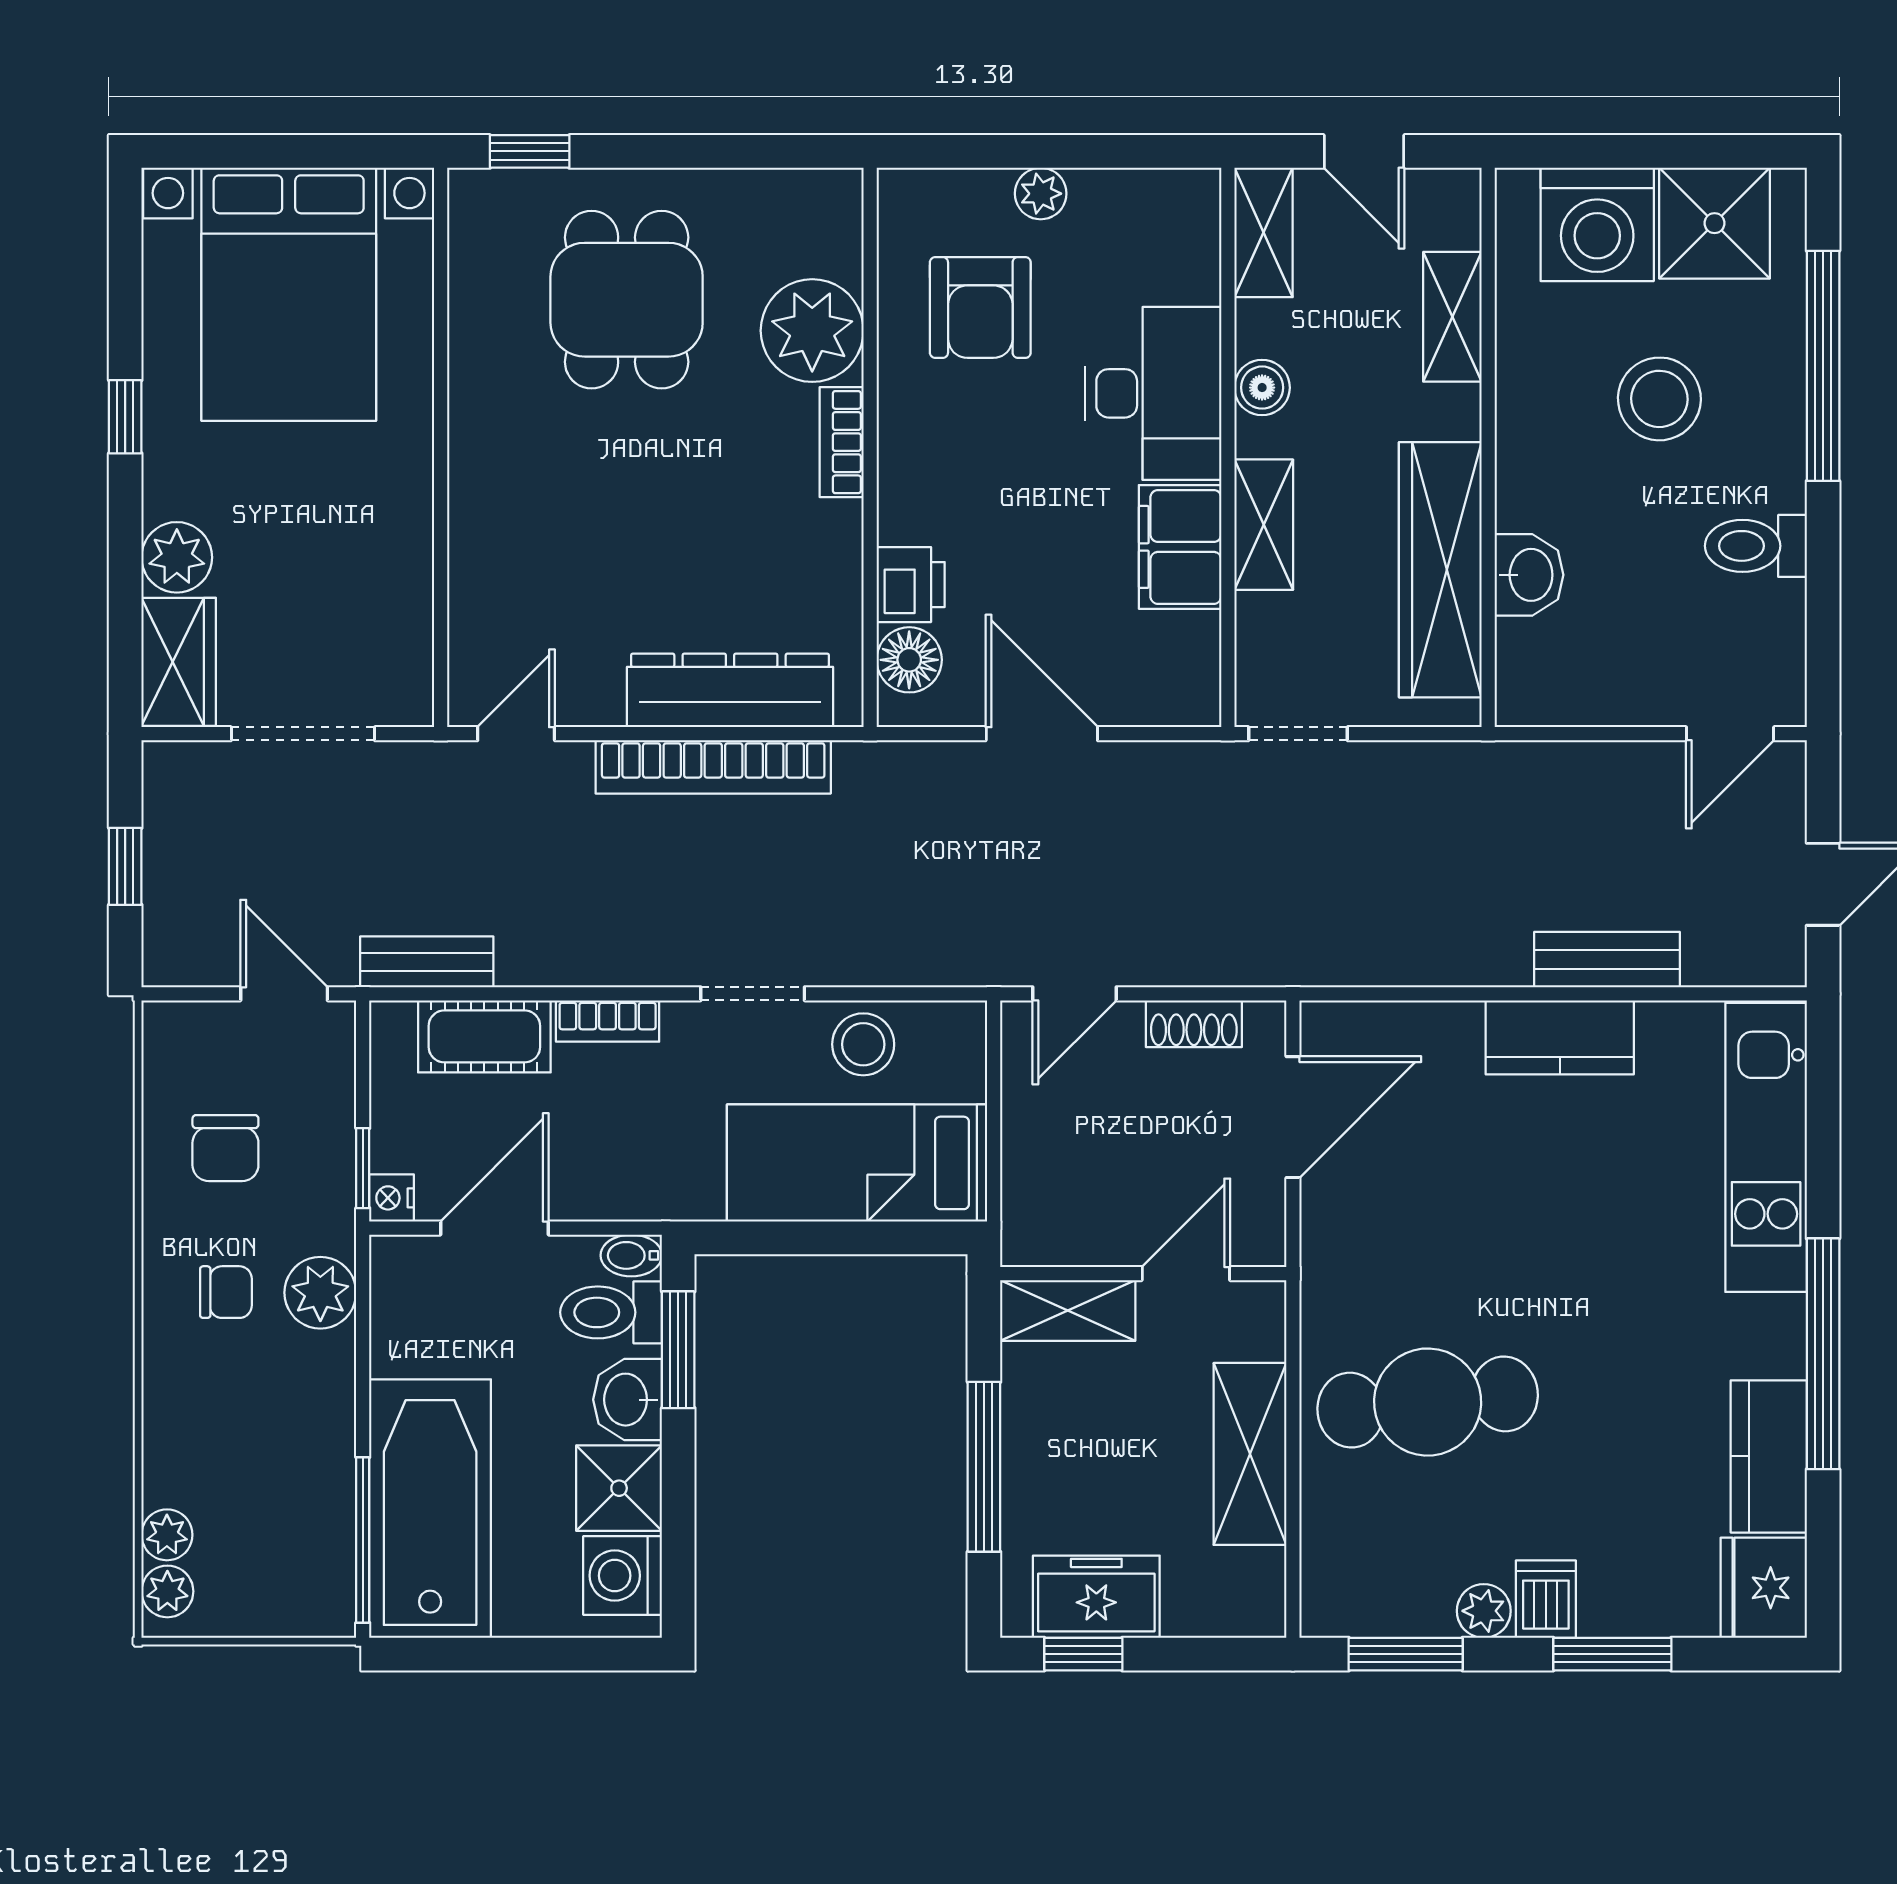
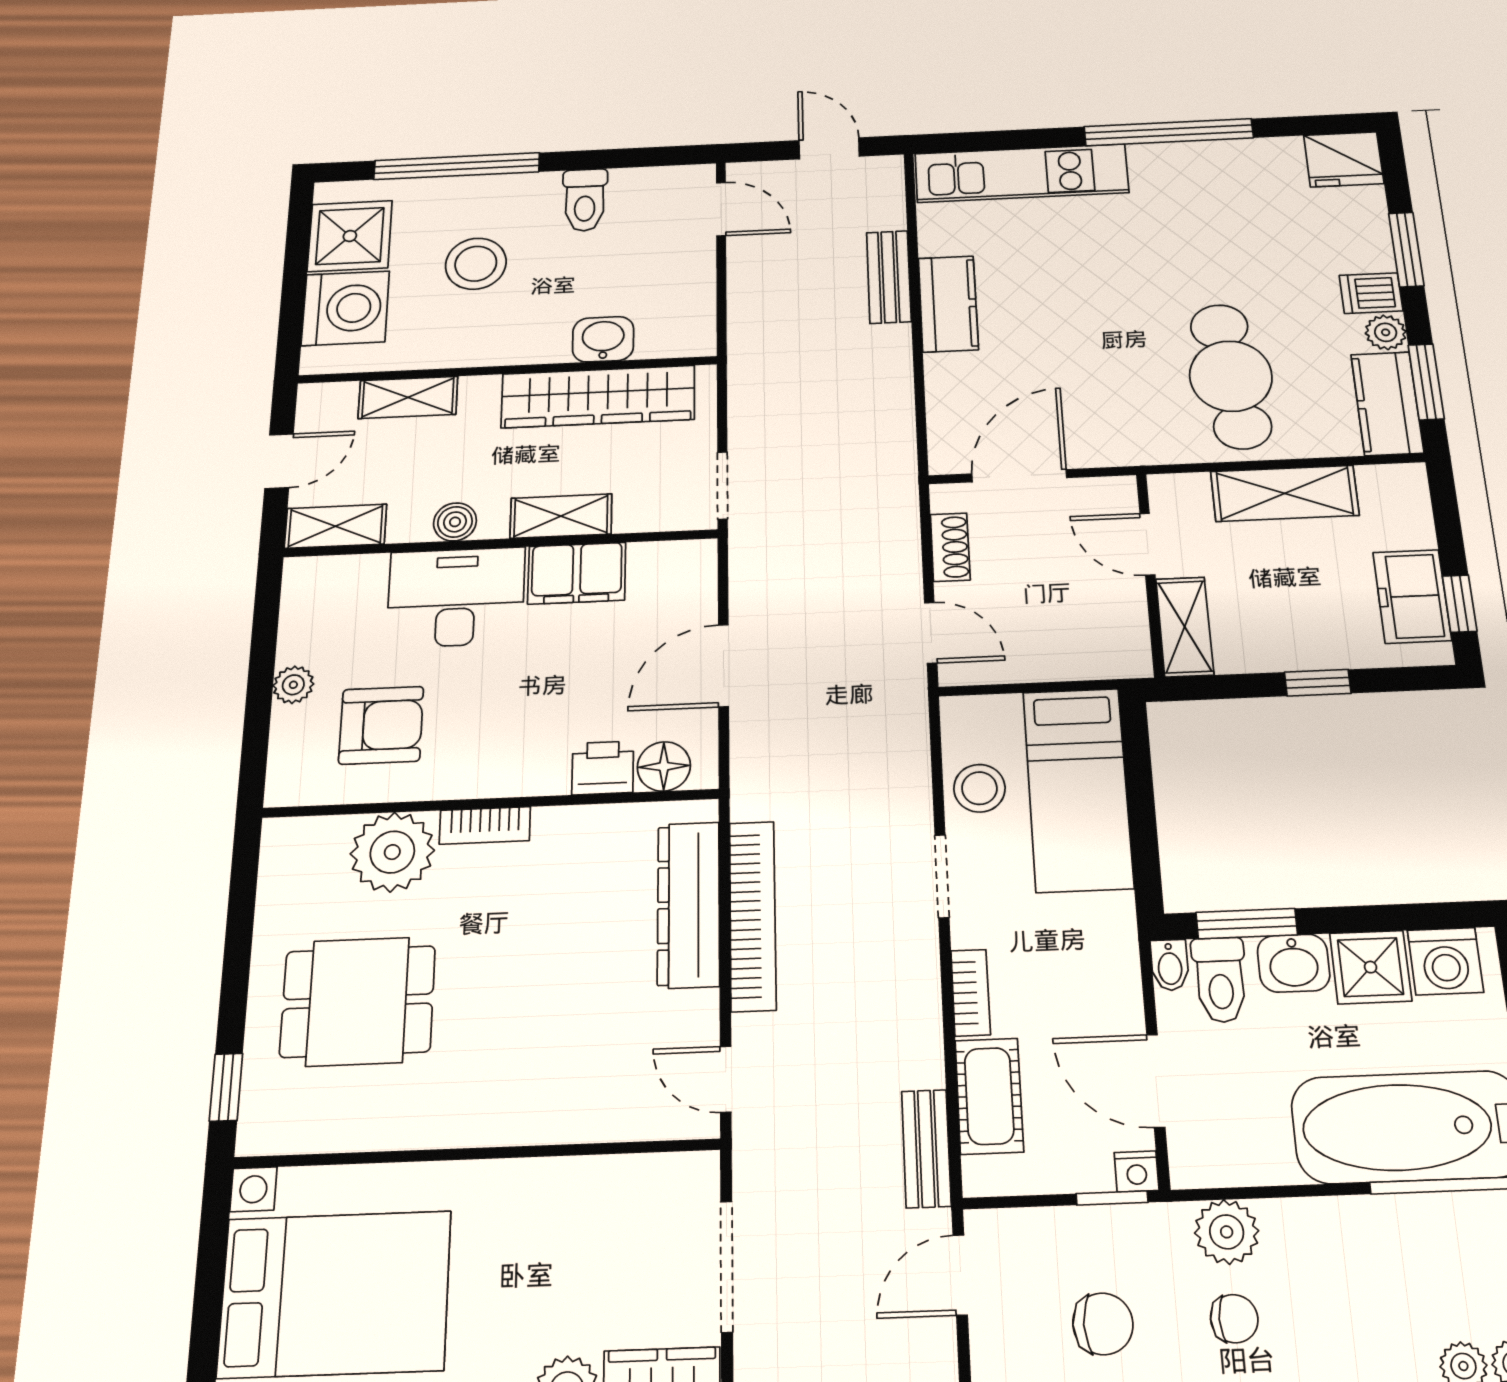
door: (1293, 1117) -> (1019, 476), hinge flipped
chair: (226, 1292) -> (1234, 1319), turned 90
kitchen counter: (1769, 1456) -> (1387, 404), moved, turned 90
window: (984, 1467) -> (1318, 683), width x0.46

